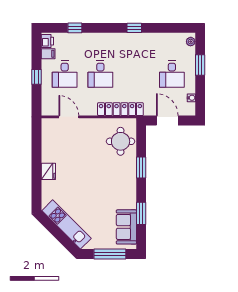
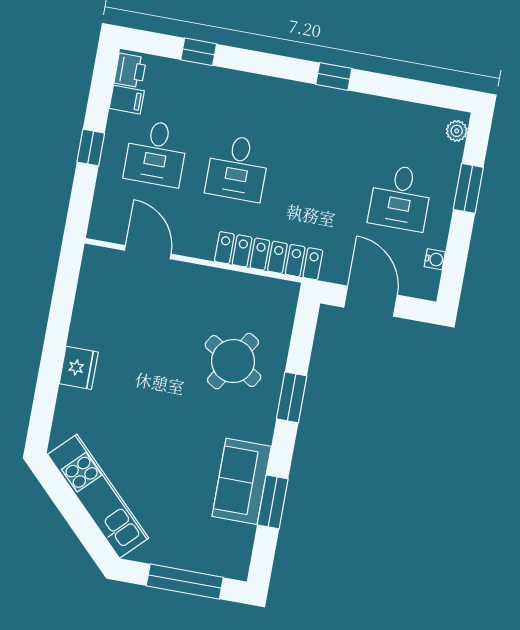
round table: (121, 141) -> (233, 361), moved, turned 31
sofa: (126, 227) -> (242, 481), moved

